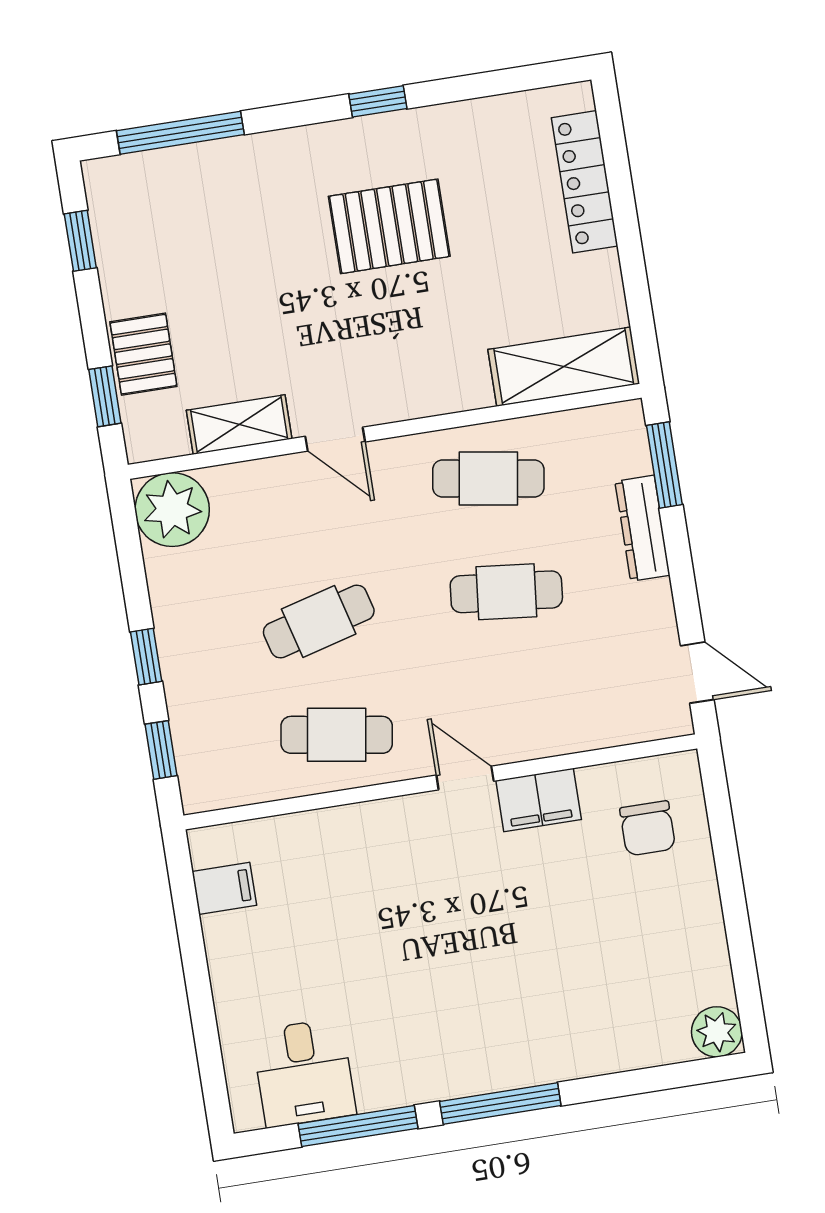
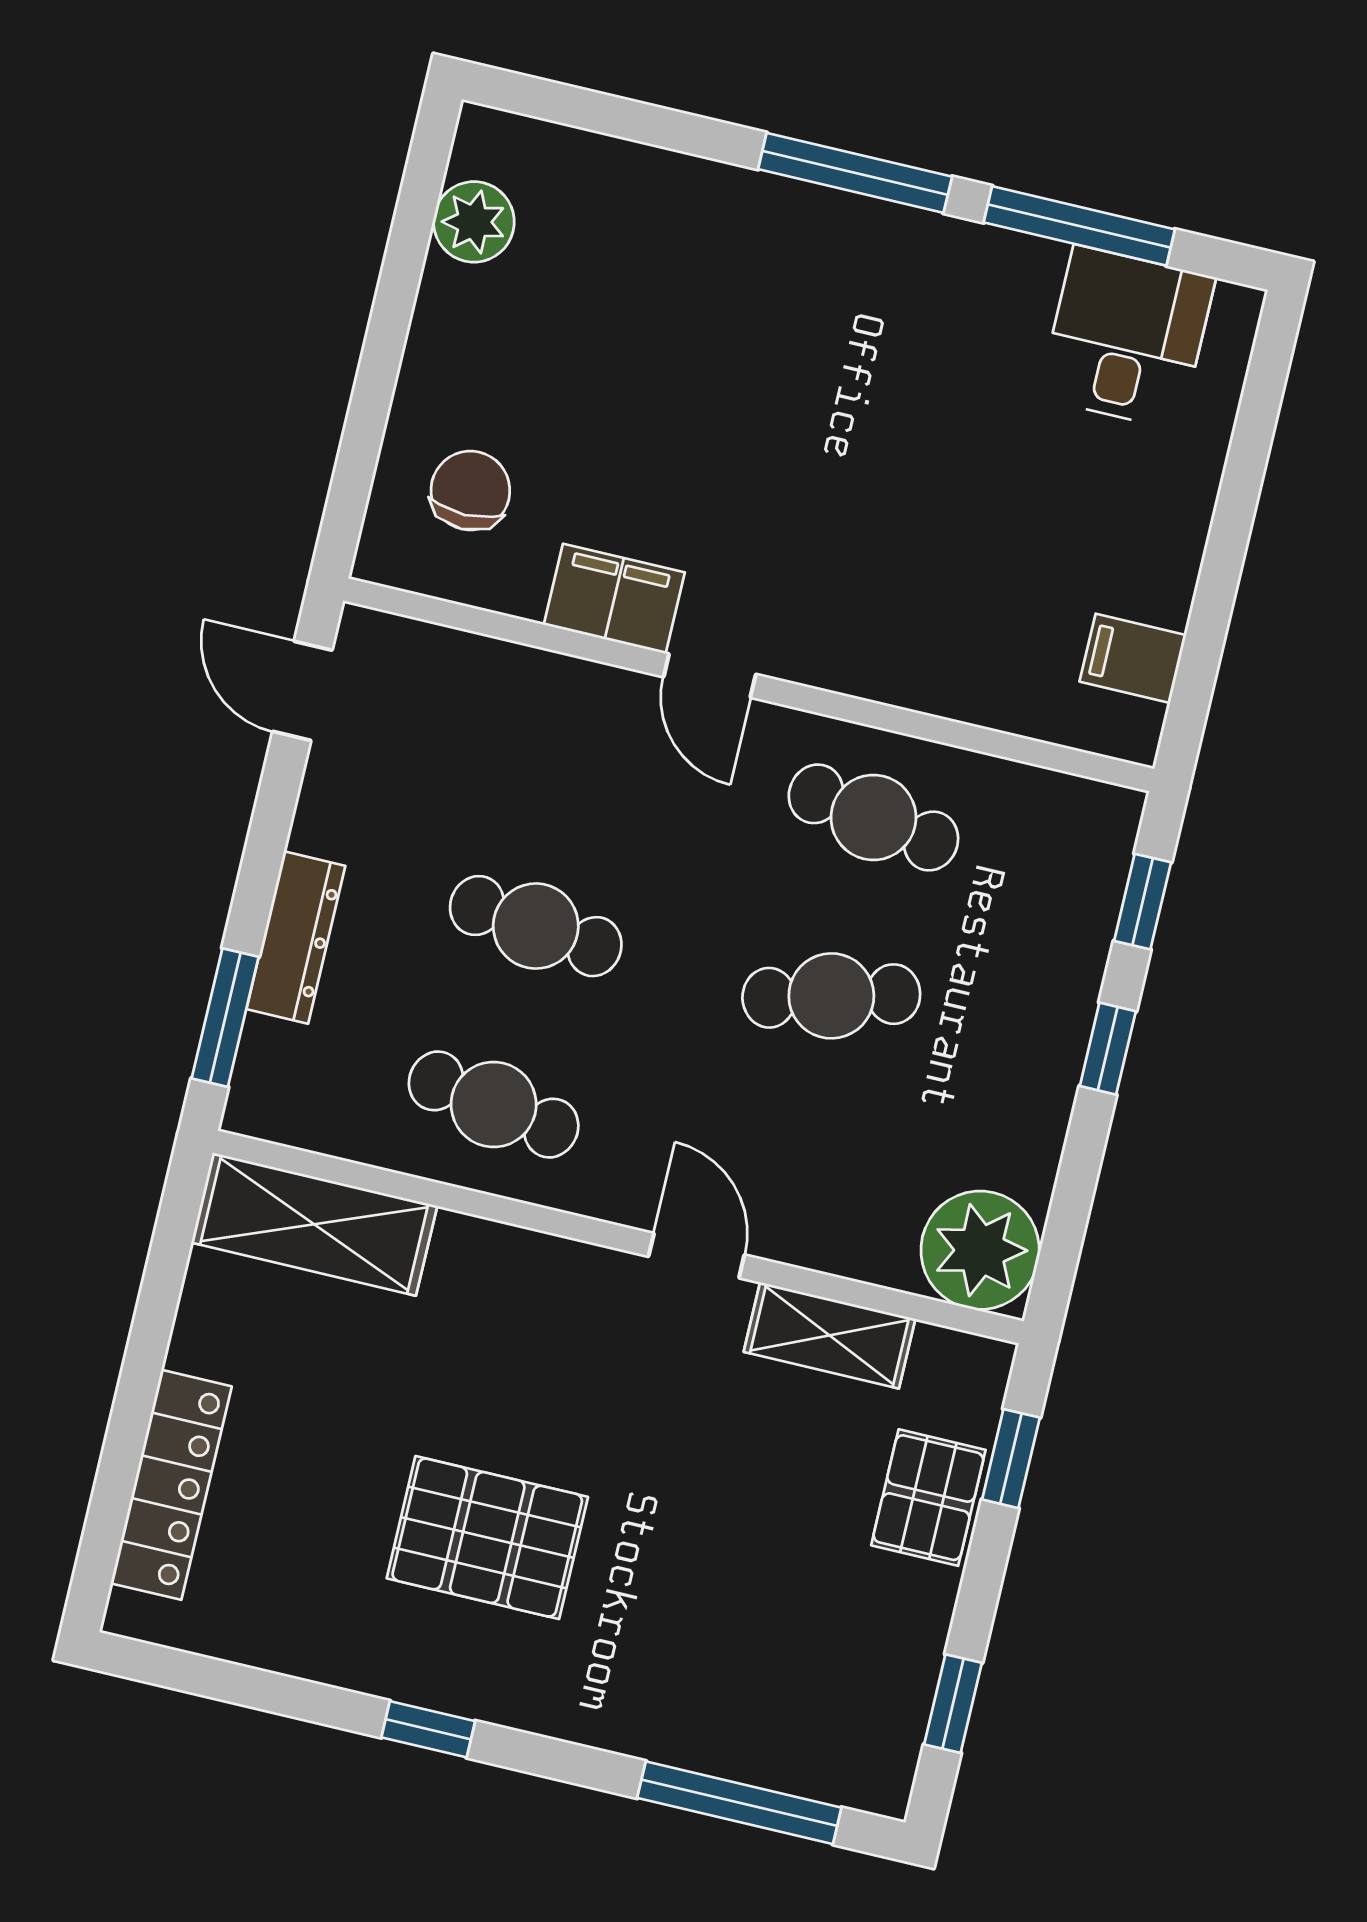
plant: (717, 1032) -> (474, 222), moved

